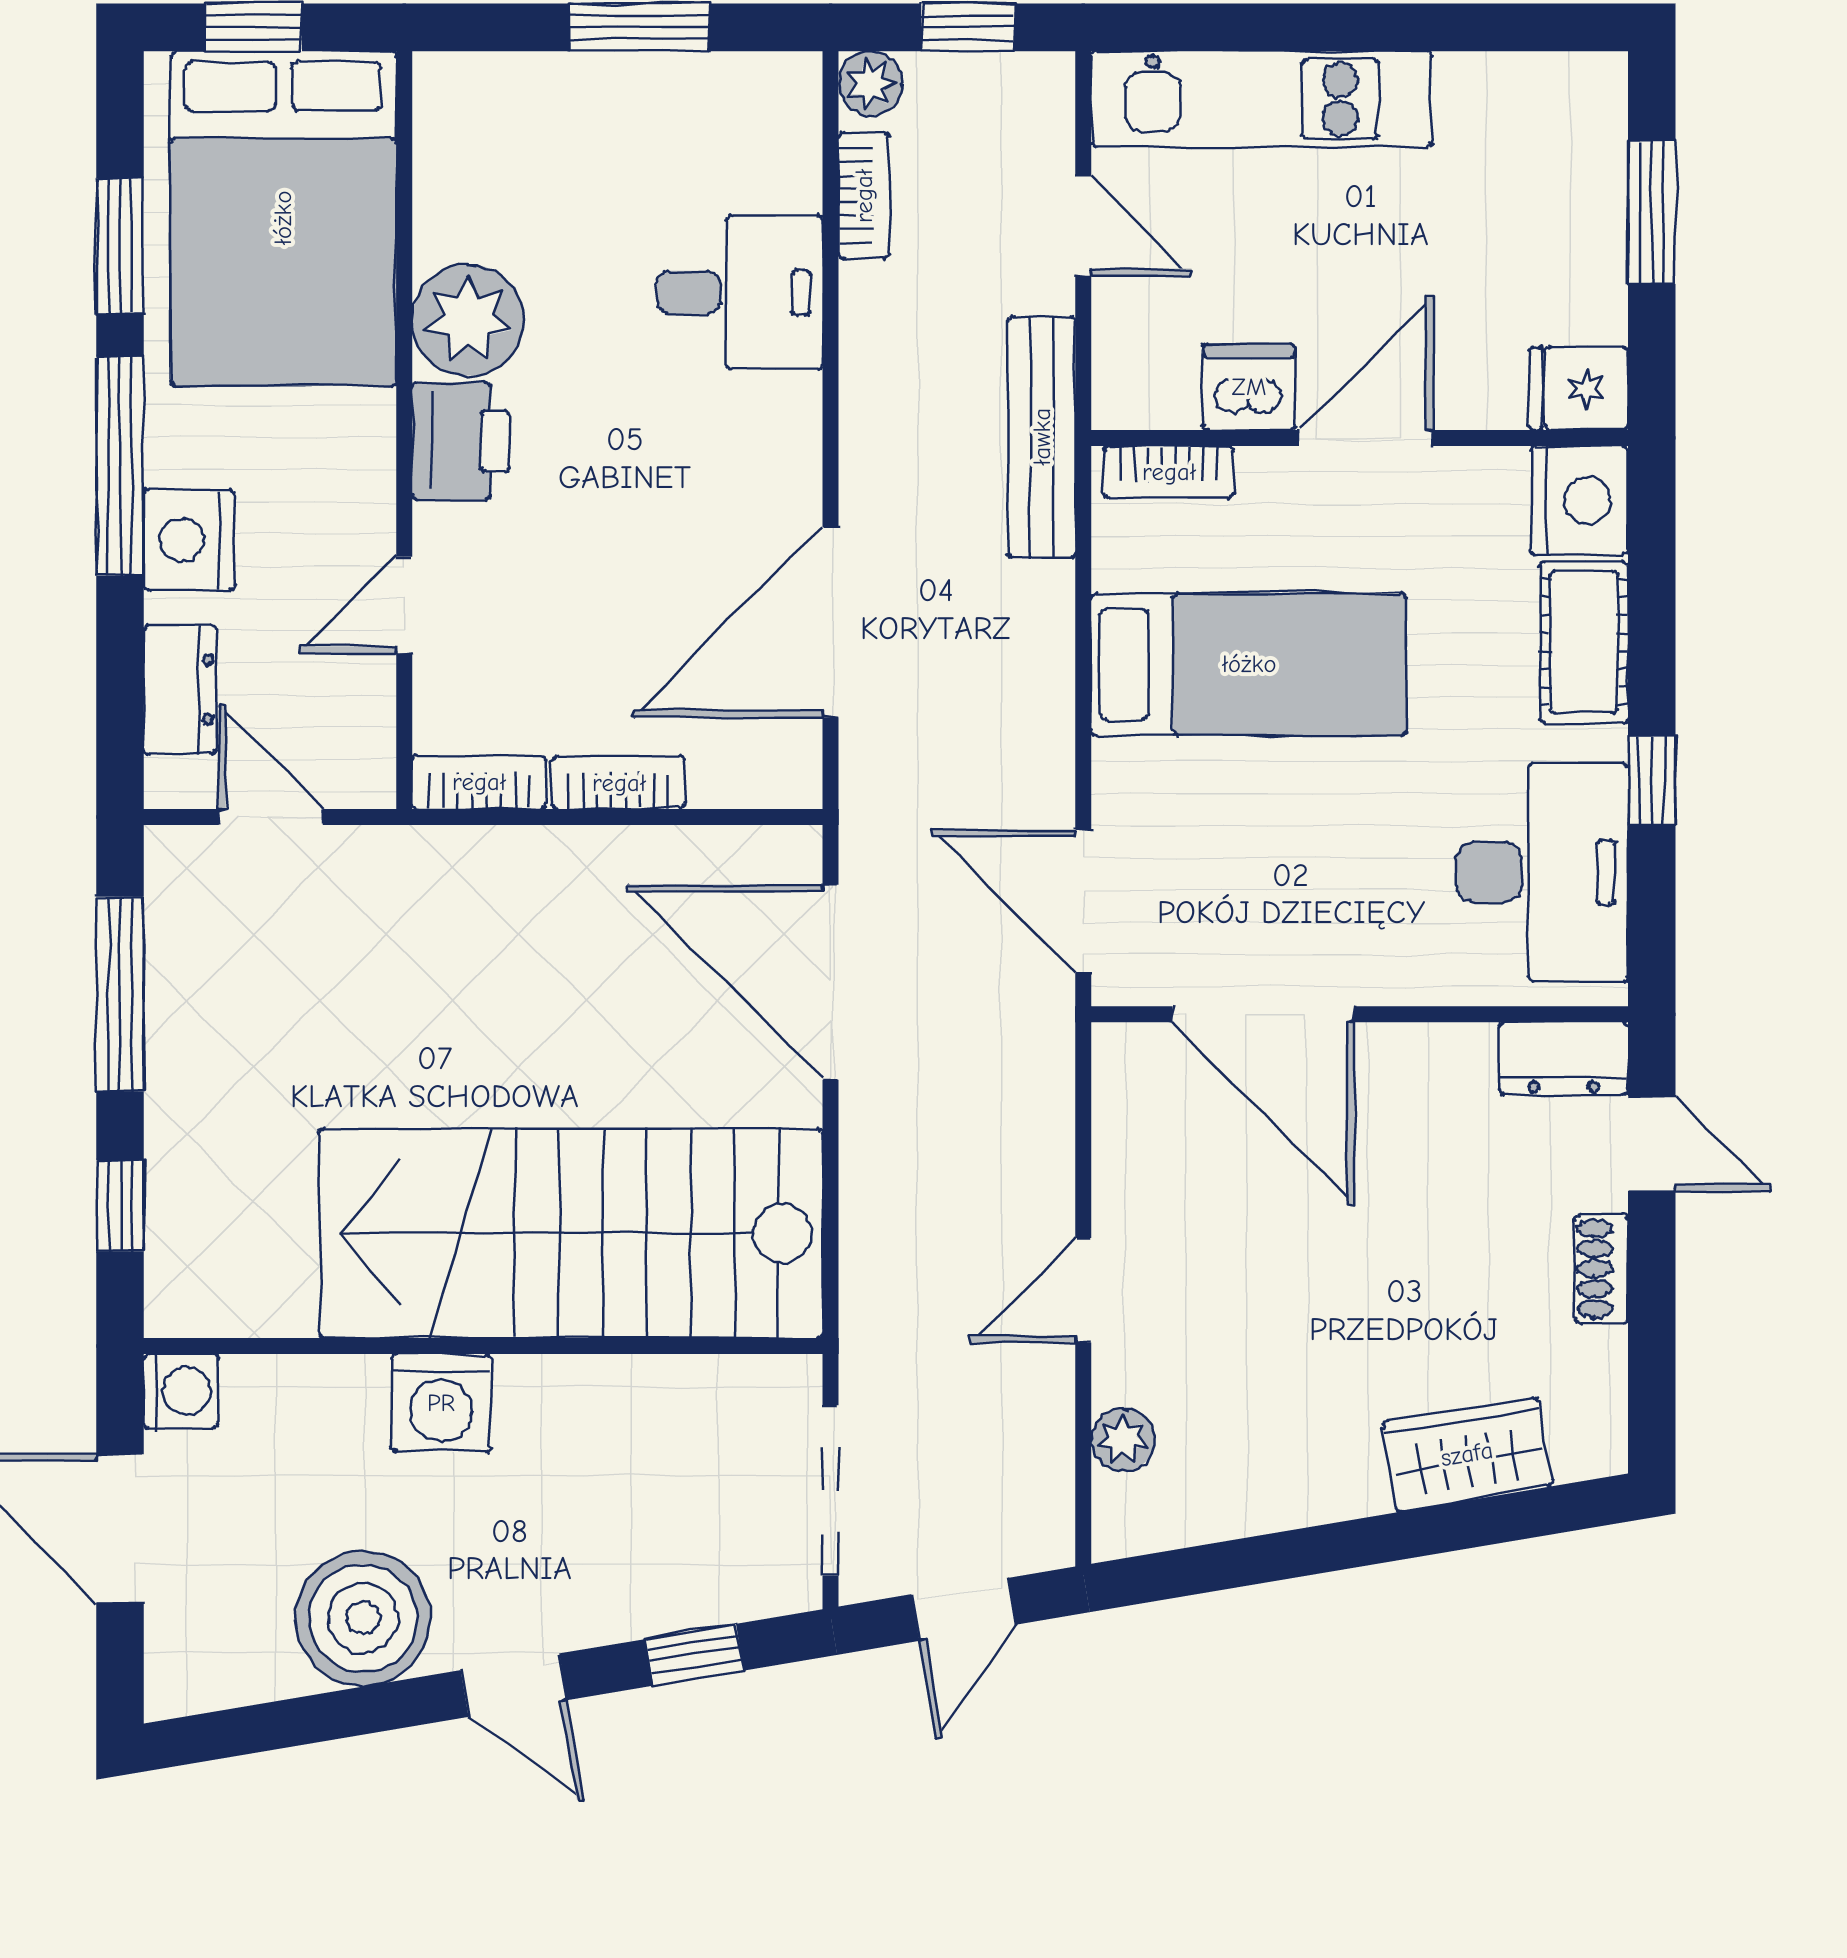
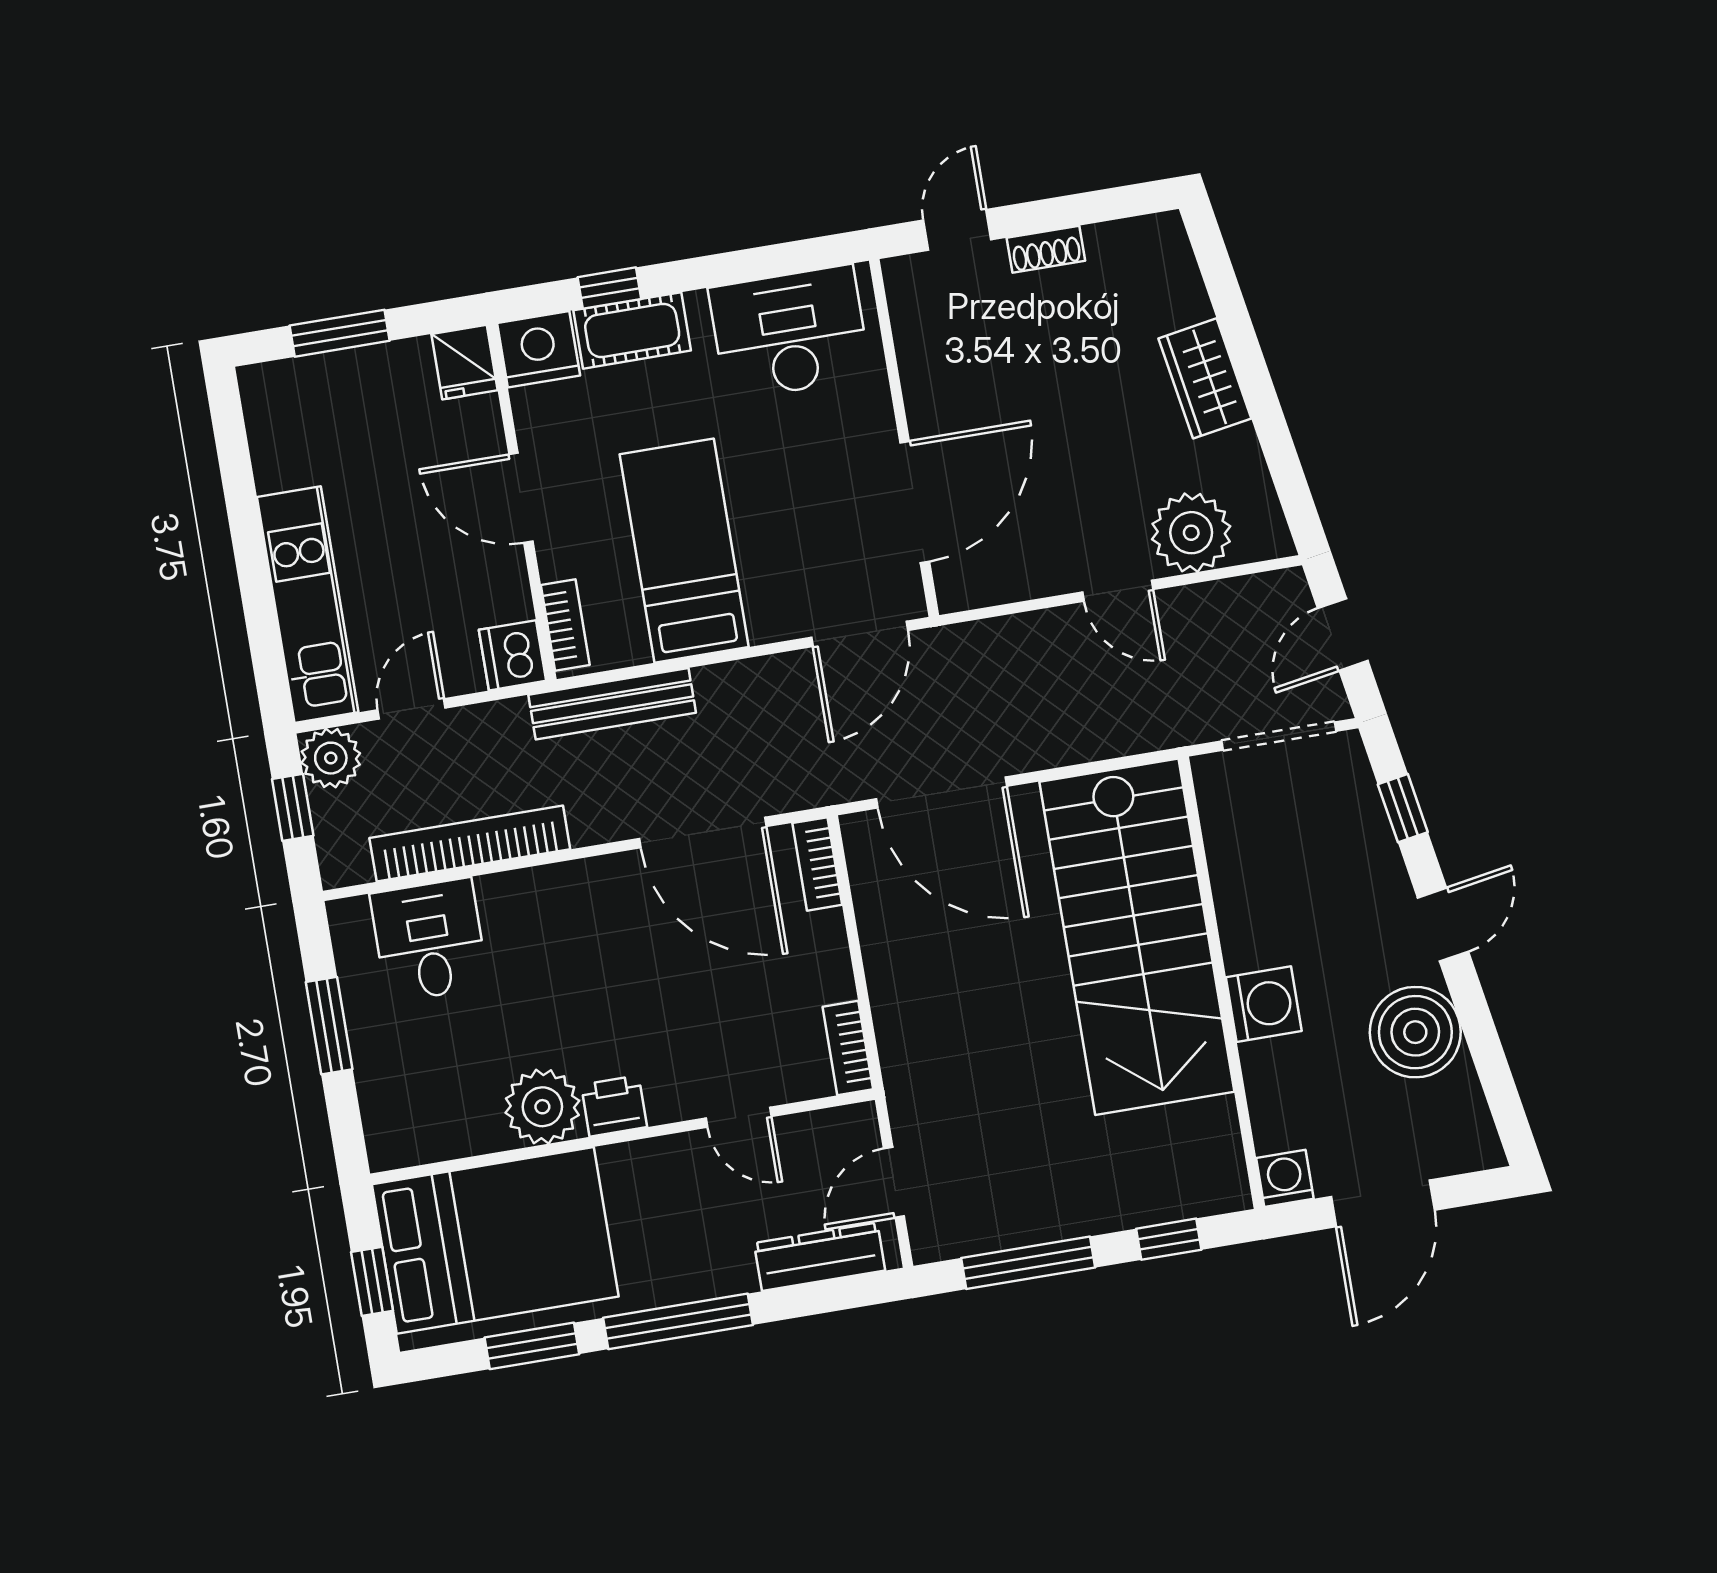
plant: (871, 83) -> (331, 758), moved, width x1.38, depth x1.38
bookcase: (864, 196) -> (470, 844), width x2.31, depth x1.31
desk: (740, 292) -> (429, 940), moved
dishwasher: (1249, 387) -> (513, 655), moved
bench: (1042, 437) -> (612, 704), moved
printer: (461, 441) -> (614, 1106), width x0.73, depth x0.81
nightstand: (189, 540) -> (719, 1267), removed
dresser: (180, 690) -> (820, 1257), width x1.44
window: (1652, 781) -> (609, 288), moved
bookcase: (619, 783) -> (817, 864), moved
door: (831, 982) -> (941, 793), hinge flipped
dresser: (1564, 1058) -> (911, 298), removed
plant: (1123, 1440) -> (1191, 533), width x1.88, depth x1.88
wardrobe: (1467, 1454) -> (1205, 378), moved
door: (964, 1609) -> (1343, 635), swing flipped

